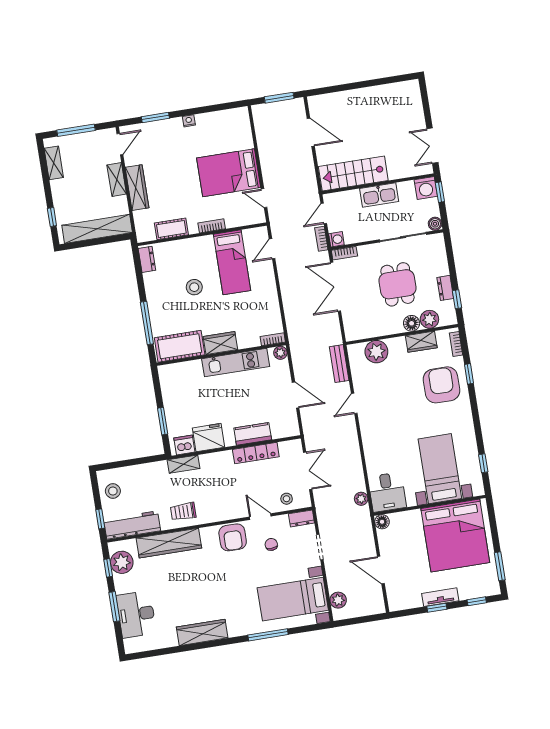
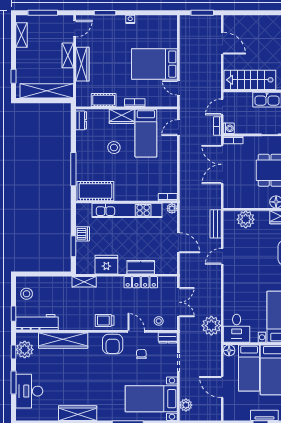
wardrobe: (220, 343) -> (122, 116), moved, turned 180
kitchen unit: (236, 363) -> (127, 210), width x1.36
dishwasher: (184, 445) -> (83, 234), moved, turned 90
plant: (361, 499) -> (211, 326), width x1.88, depth x1.88
trolley: (183, 511) -> (105, 320), moved
bed: (411, 540) -> (249, 368), added

